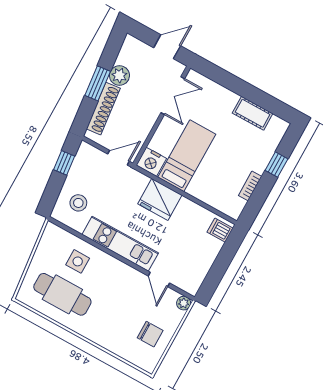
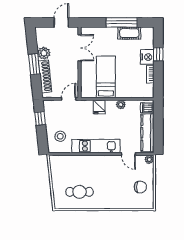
window: (250, 93) -> (122, 22), added
nightstand: (151, 162) -> (147, 57), moved, turned -90
fridge: (160, 199) -> (99, 107), width x0.53, depth x0.75
plant: (186, 205) -> (121, 105), added
side table: (78, 261) -> (78, 169), removed
kitchen counter: (201, 265) -> (147, 133), added
cafe table: (62, 294) -> (79, 192), width x0.73, depth x0.74

